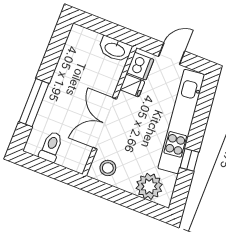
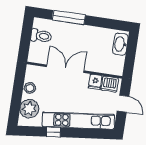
washbasin: (115, 49) -> (120, 44), moved
stool: (108, 168) -> (30, 88), moved

